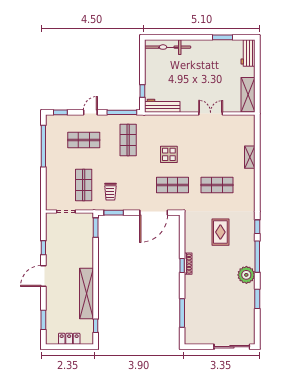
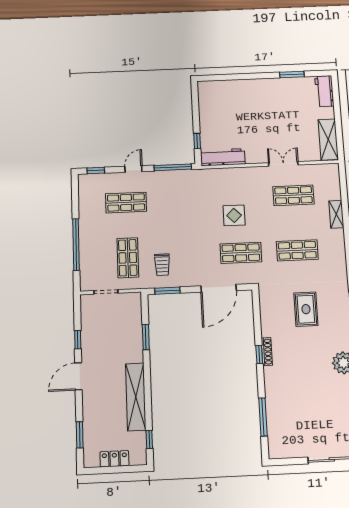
bicycle: (168, 47) -> (226, 88), removed
shop shelf: (128, 140) -> (293, 195), moved, turned 90
window: (43, 146) -> (76, 244), moved
window: (96, 228) -> (146, 337), moved

